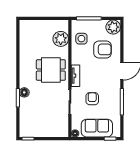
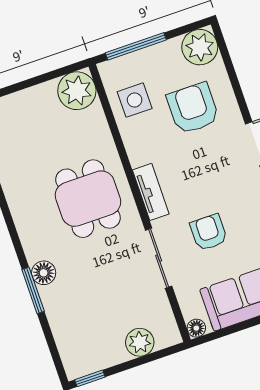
plant: (61, 39) -> (77, 91), moved
armchair: (103, 49) -> (193, 108), turned -90
dining table: (51, 70) -> (88, 199), turned 90
plant: (52, 131) -> (140, 342), added

